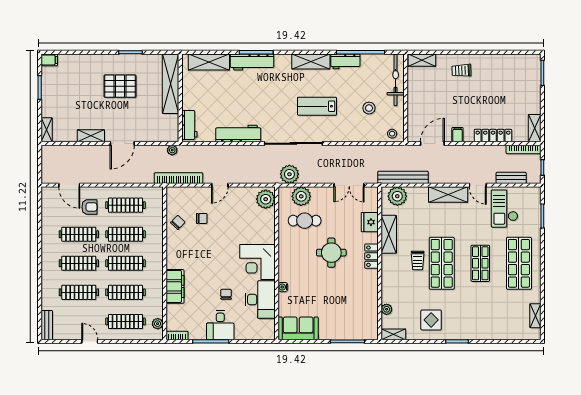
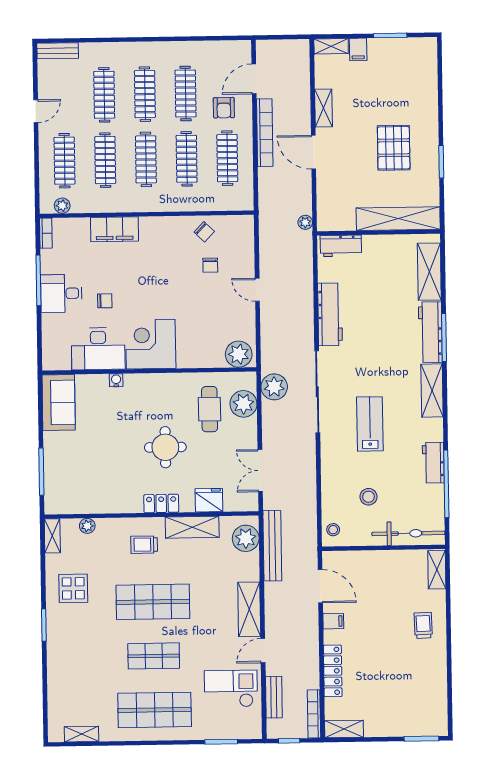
filing cabinet: (49, 60) -> (358, 49), moved
shelving: (311, 61) -> (432, 391), moved
bookcase: (179, 178) -> (265, 133), moved
trolley: (418, 260) -> (144, 545), moved

